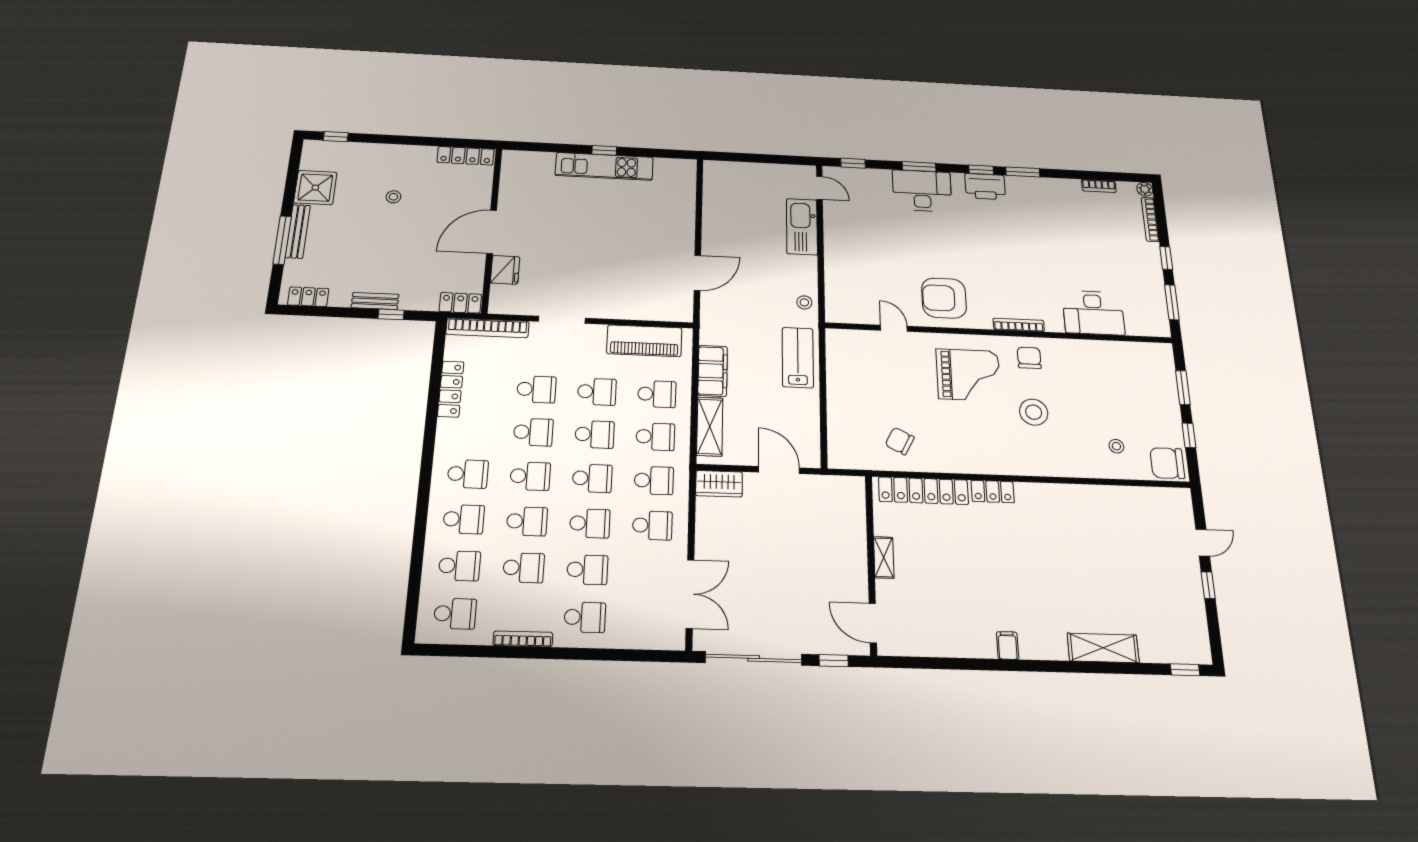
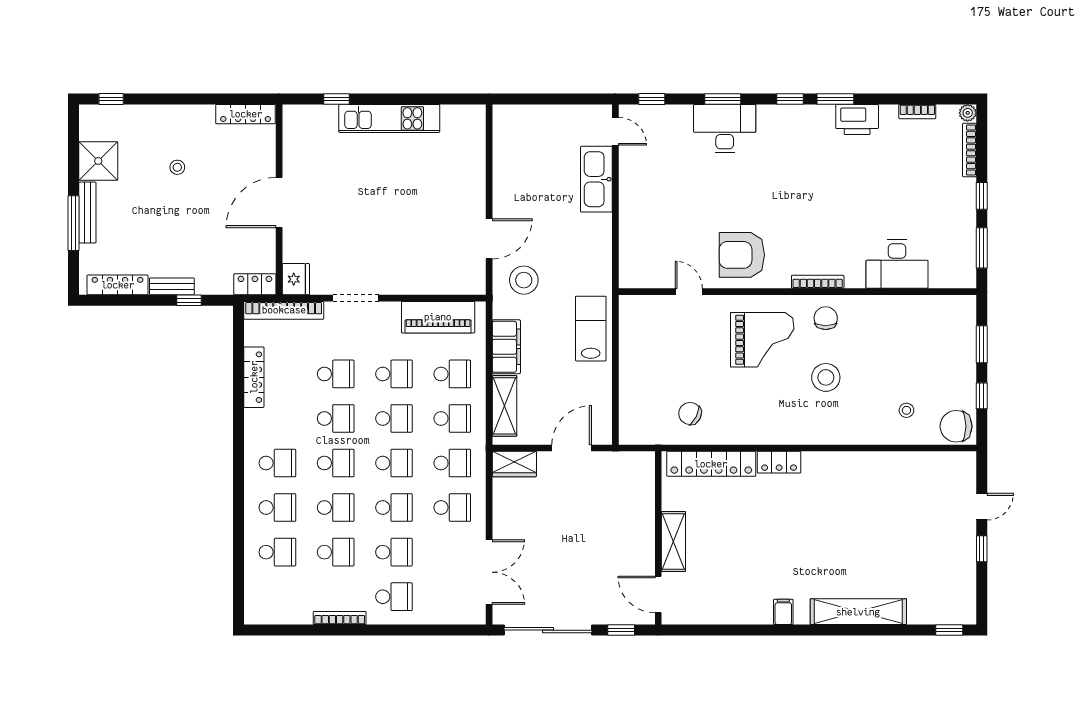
window: (604, 150) -> (337, 99), moved
printer: (985, 186) -> (857, 119), moved
fridge: (505, 270) -> (296, 279), moved
locker: (308, 297) -> (118, 285), width x1.53
stool: (804, 302) -> (524, 280), moved, width x1.89, depth x1.89
door: (779, 470) -> (572, 448), hinge flipped
shelving: (884, 557) -> (673, 542), width x1.50, depth x1.33
school desk: (455, 614) -> (277, 597), removed
shelving: (1103, 648) -> (858, 612), width x1.47

